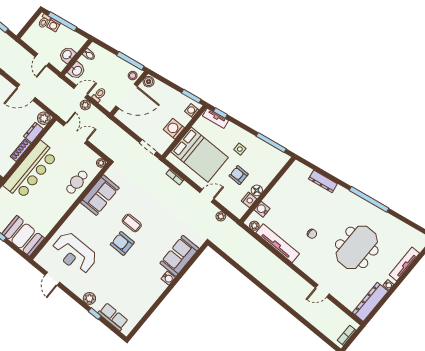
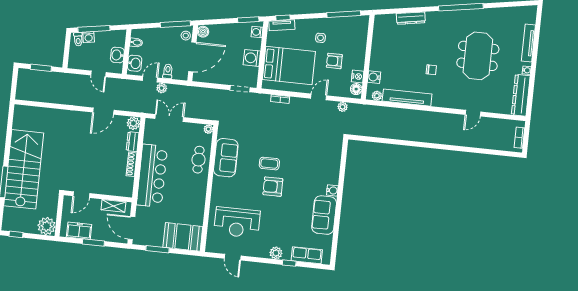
floor lamp: (257, 190) -> (356, 89), moved
sofa: (179, 256) -> (324, 215), moved

